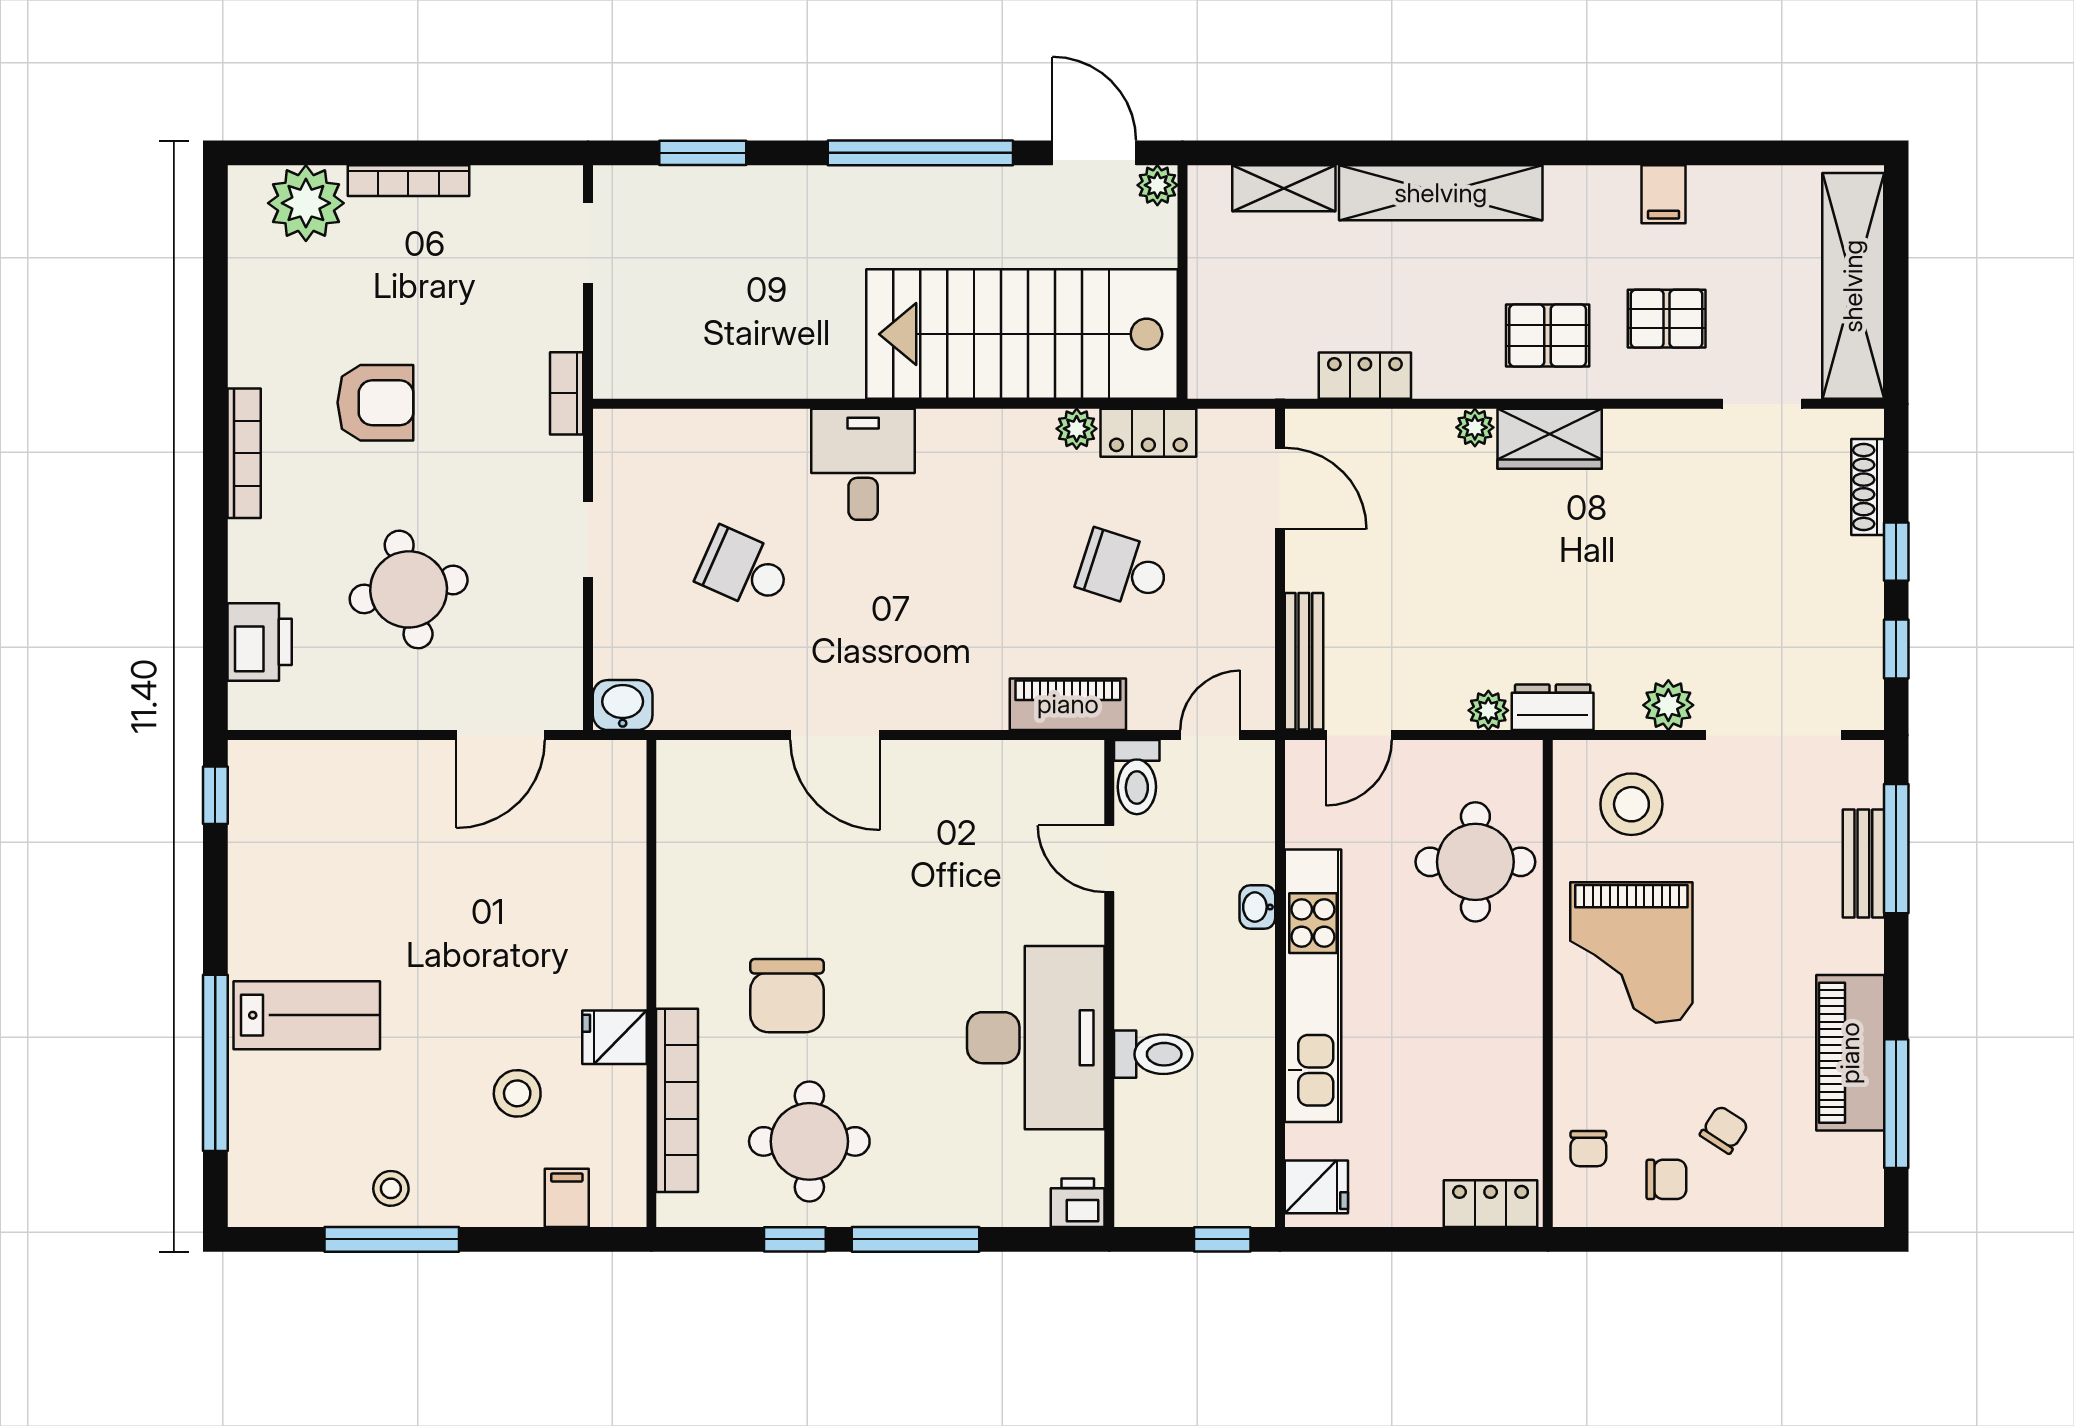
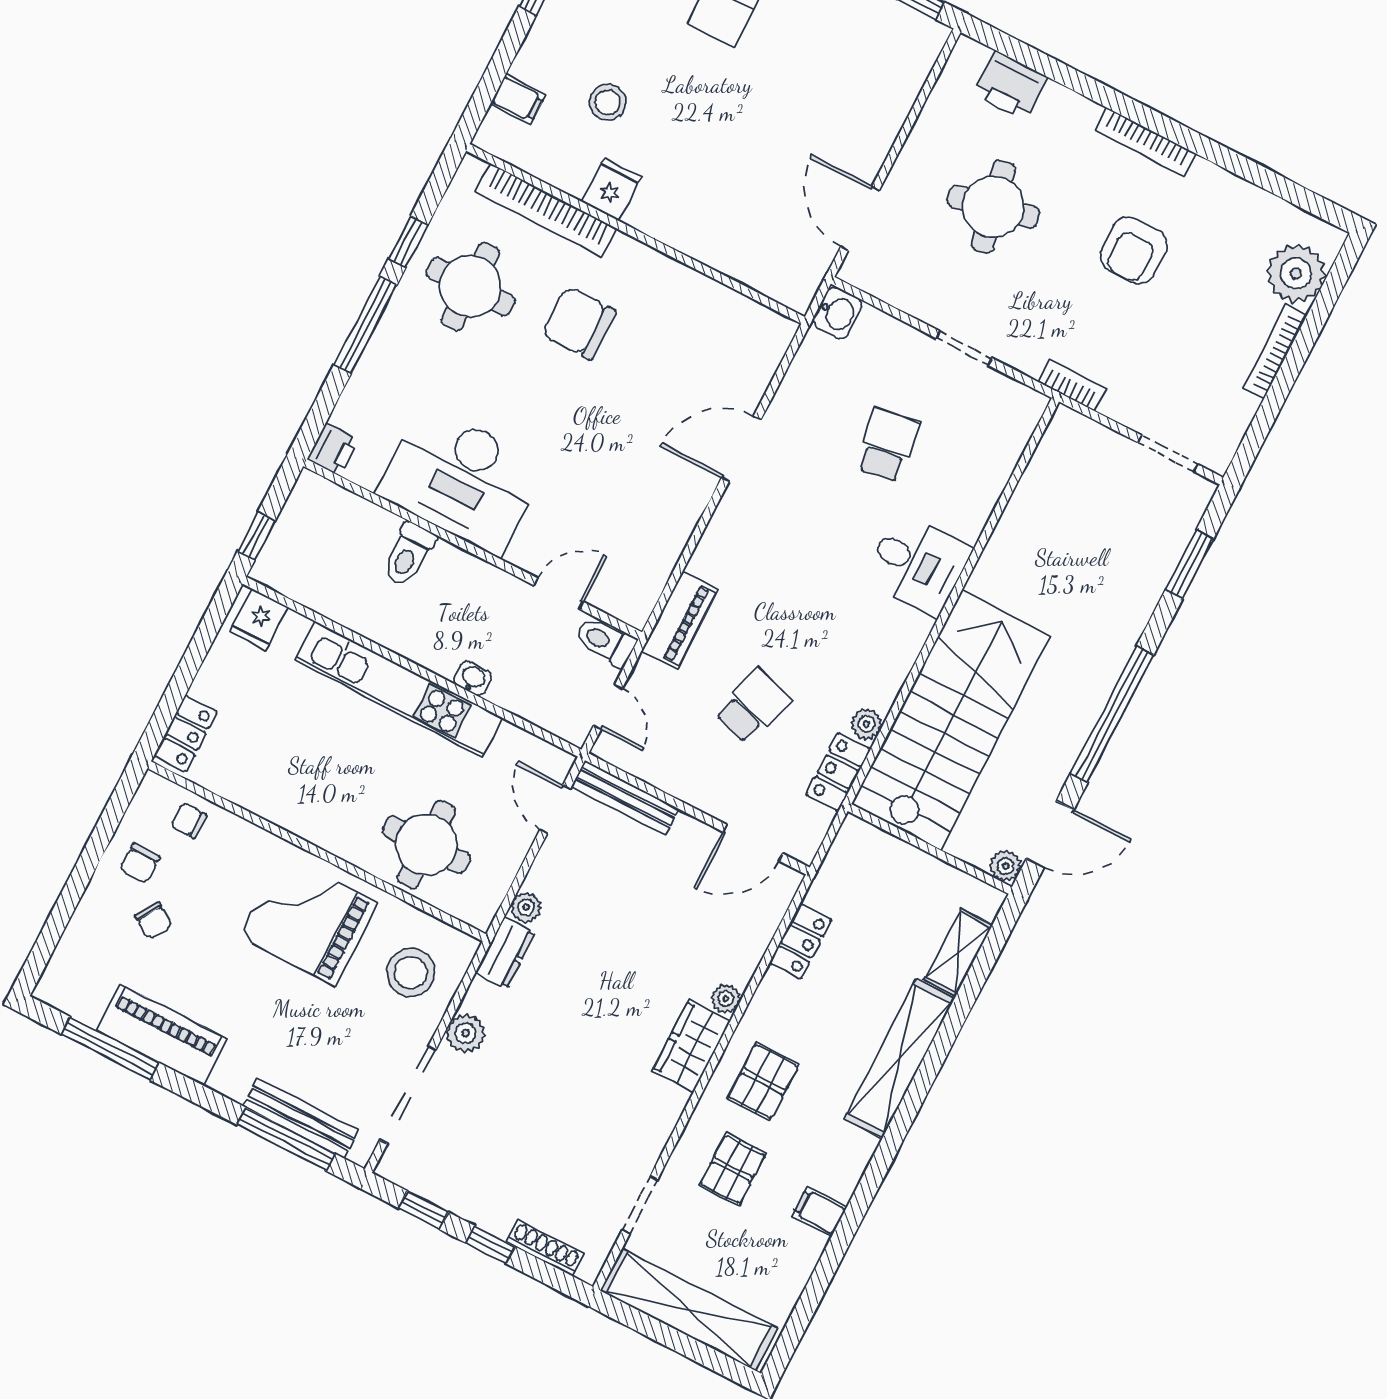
school desk: (744, 569) -> (888, 445), turned -33
bench: (1863, 864) -> (301, 1118), width x1.36

